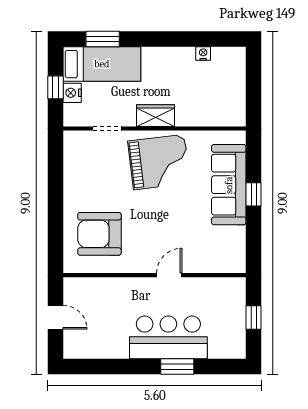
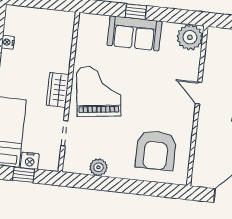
plant: (73, 171) -> (98, 167), added
sofa: (229, 185) -> (134, 33), width x0.73
plant: (231, 258) -> (190, 37), added

